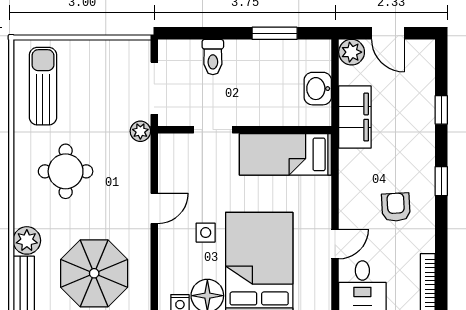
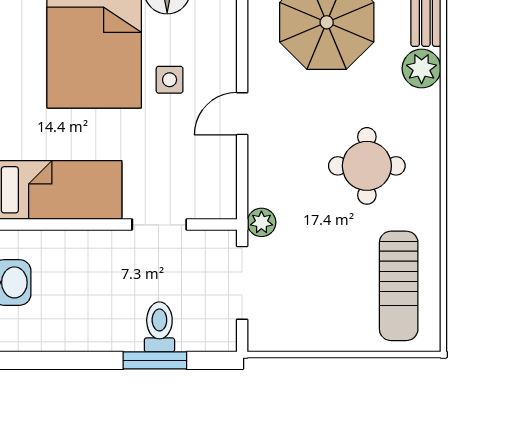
window: (275, 33) -> (155, 360), moved

